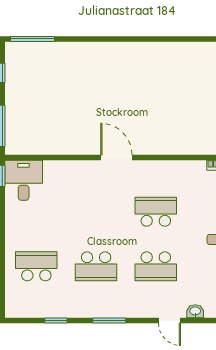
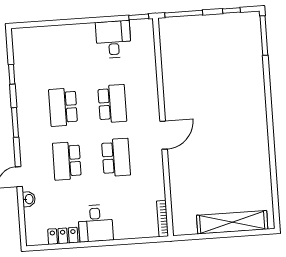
door: (116, 157) -> (164, 135), moved
desk: (24, 180) -> (113, 39), moved, turned -90
school desk: (36, 266) -> (112, 104), moved

